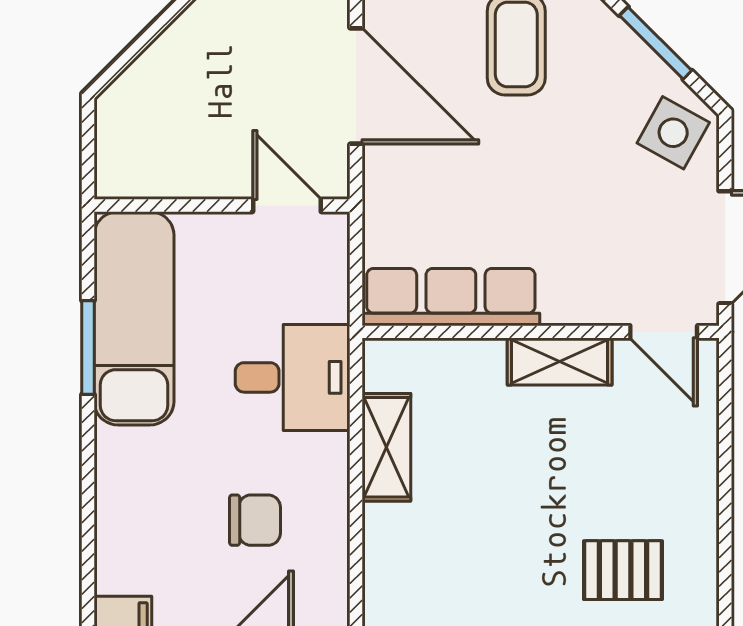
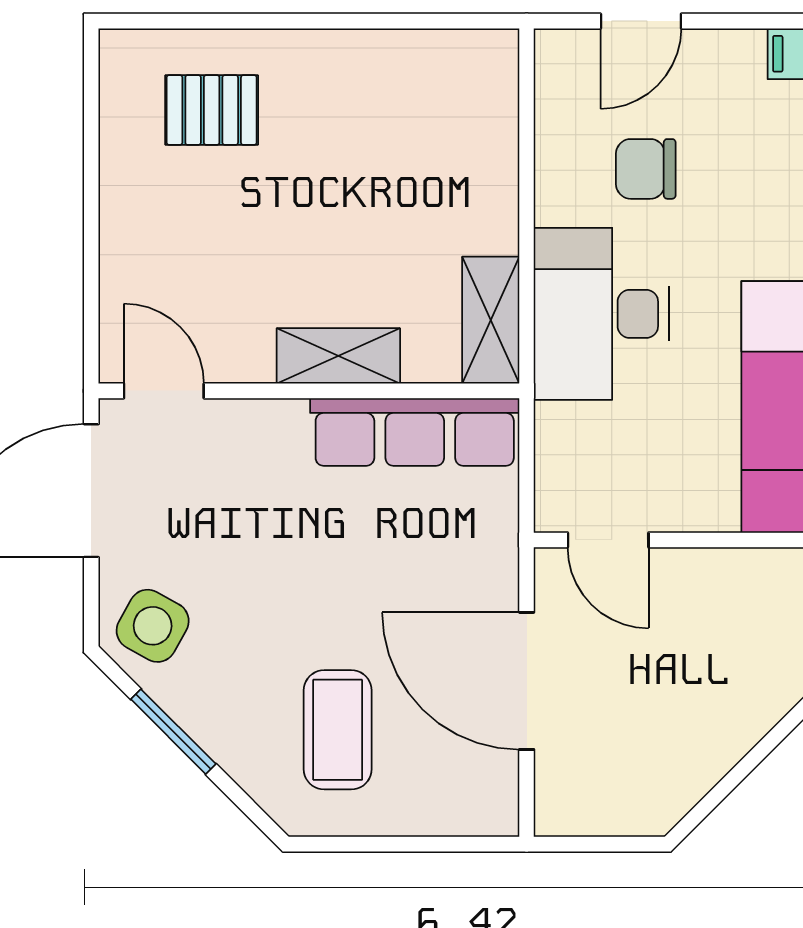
shelving: (560, 361) -> (338, 356), moved
desk: (293, 377) -> (601, 314), width x1.37
shelving: (386, 447) -> (491, 320), moved

